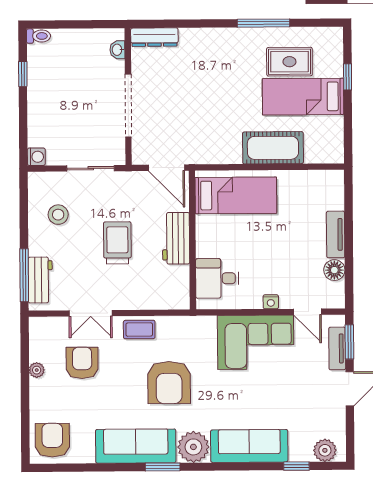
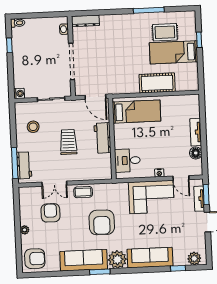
plant: (37, 370) -> (25, 230), moved
armchair: (52, 440) -> (35, 259), turned 90

